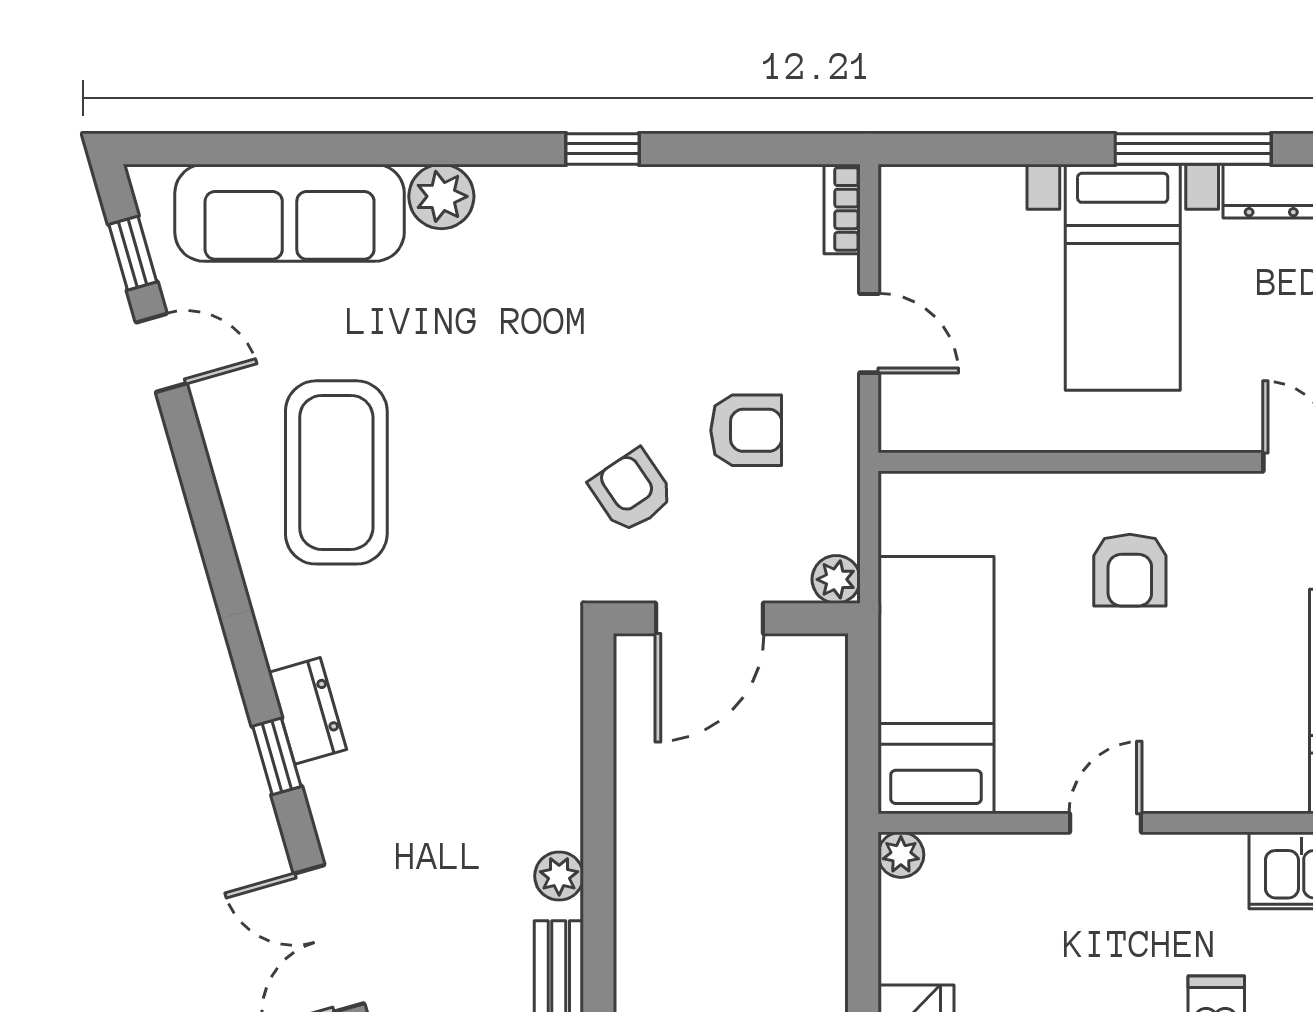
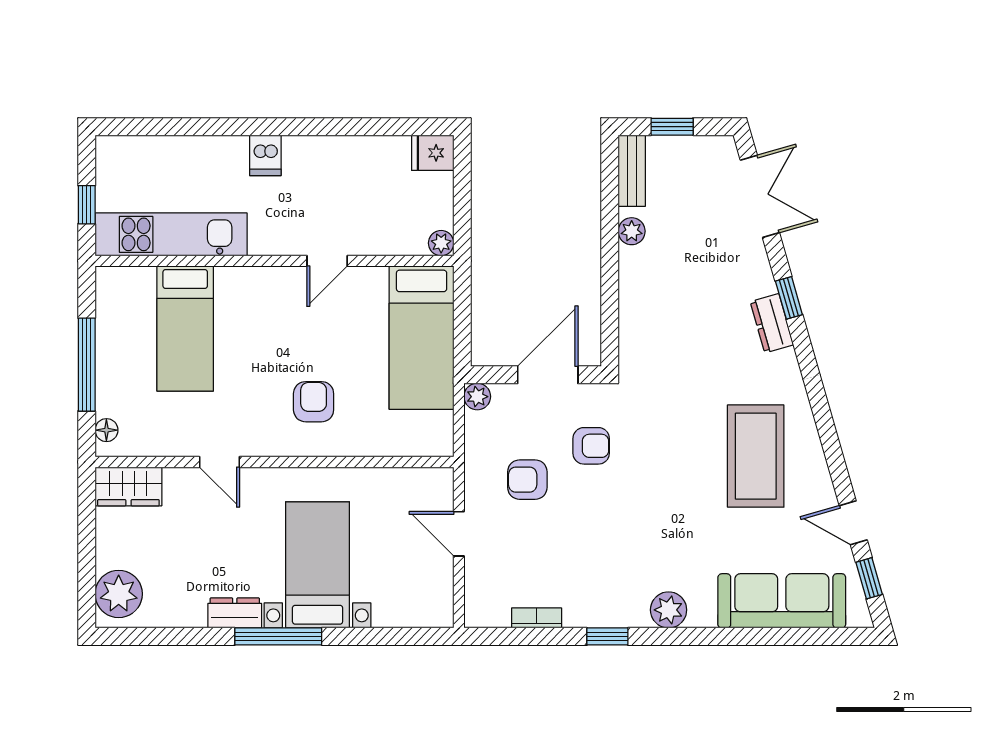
plant: (441, 196) -> (669, 610), moved
bookcase: (842, 209) -> (537, 618), moved, turned -90
armchair: (632, 491) -> (591, 446), turned -56

